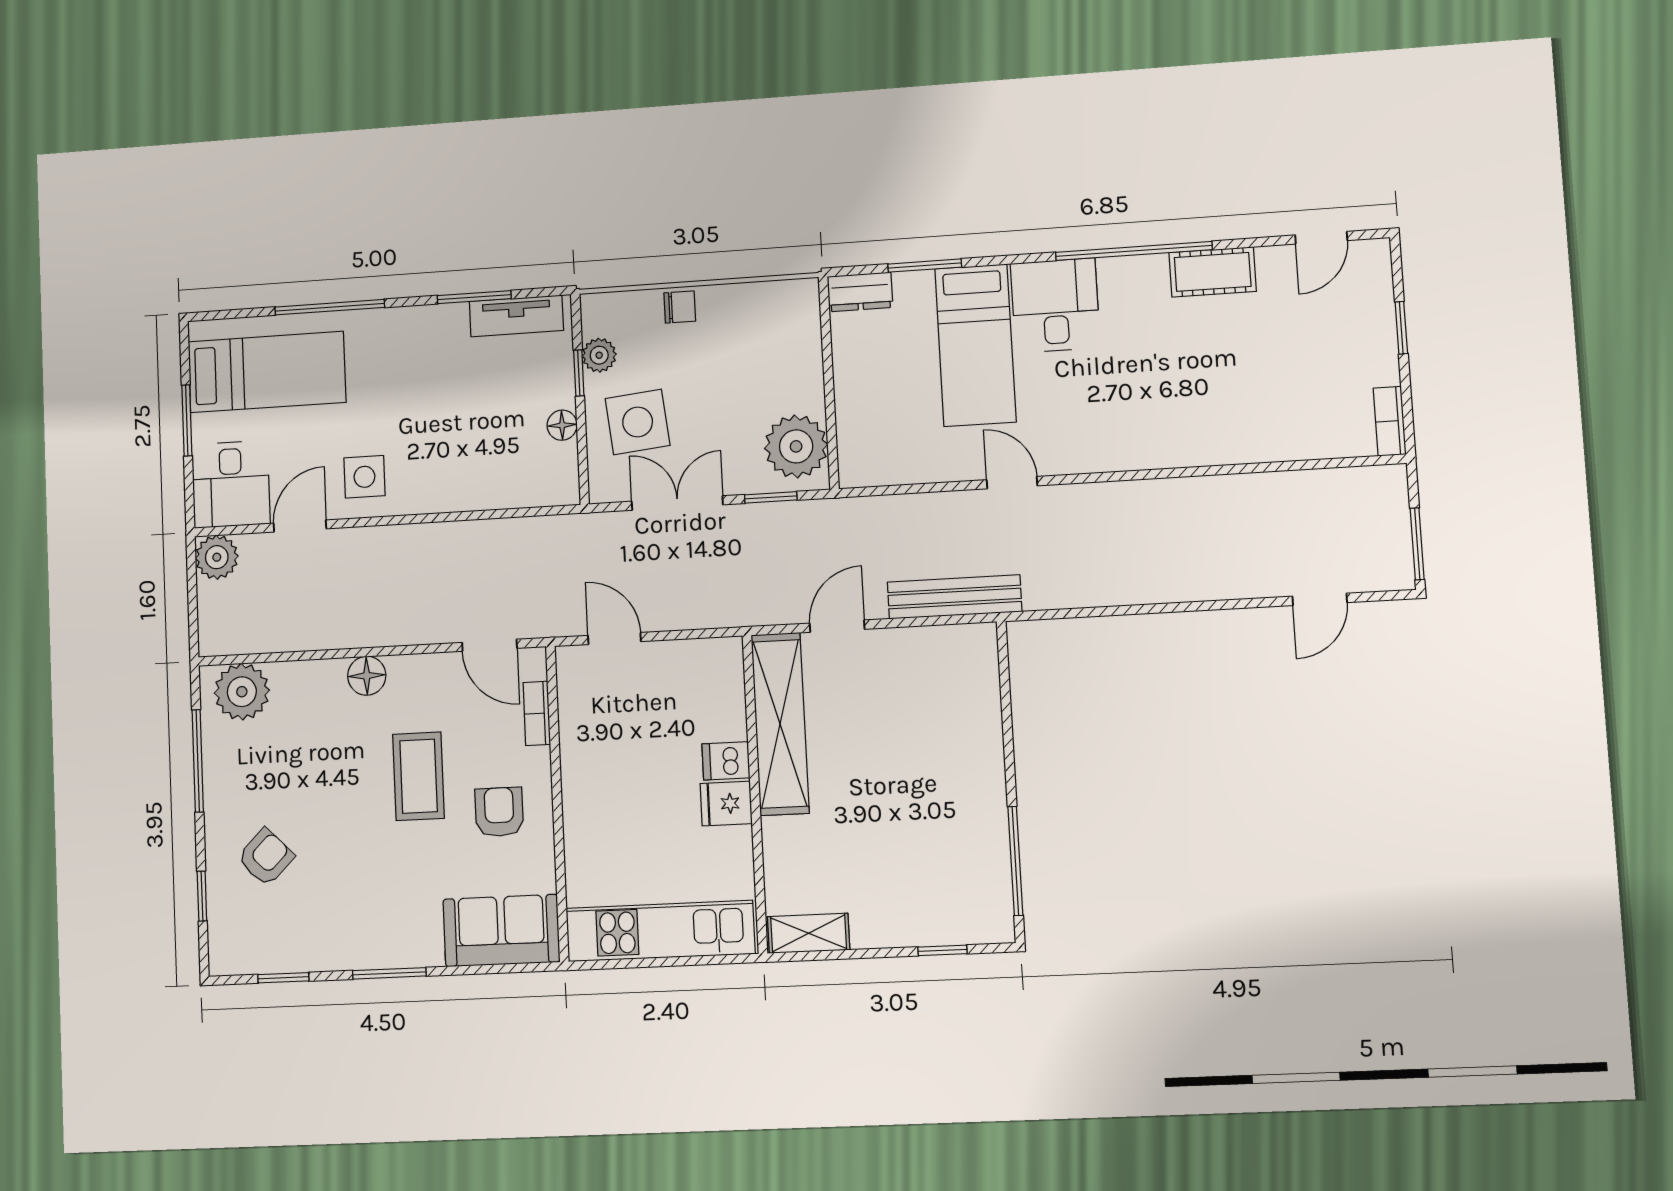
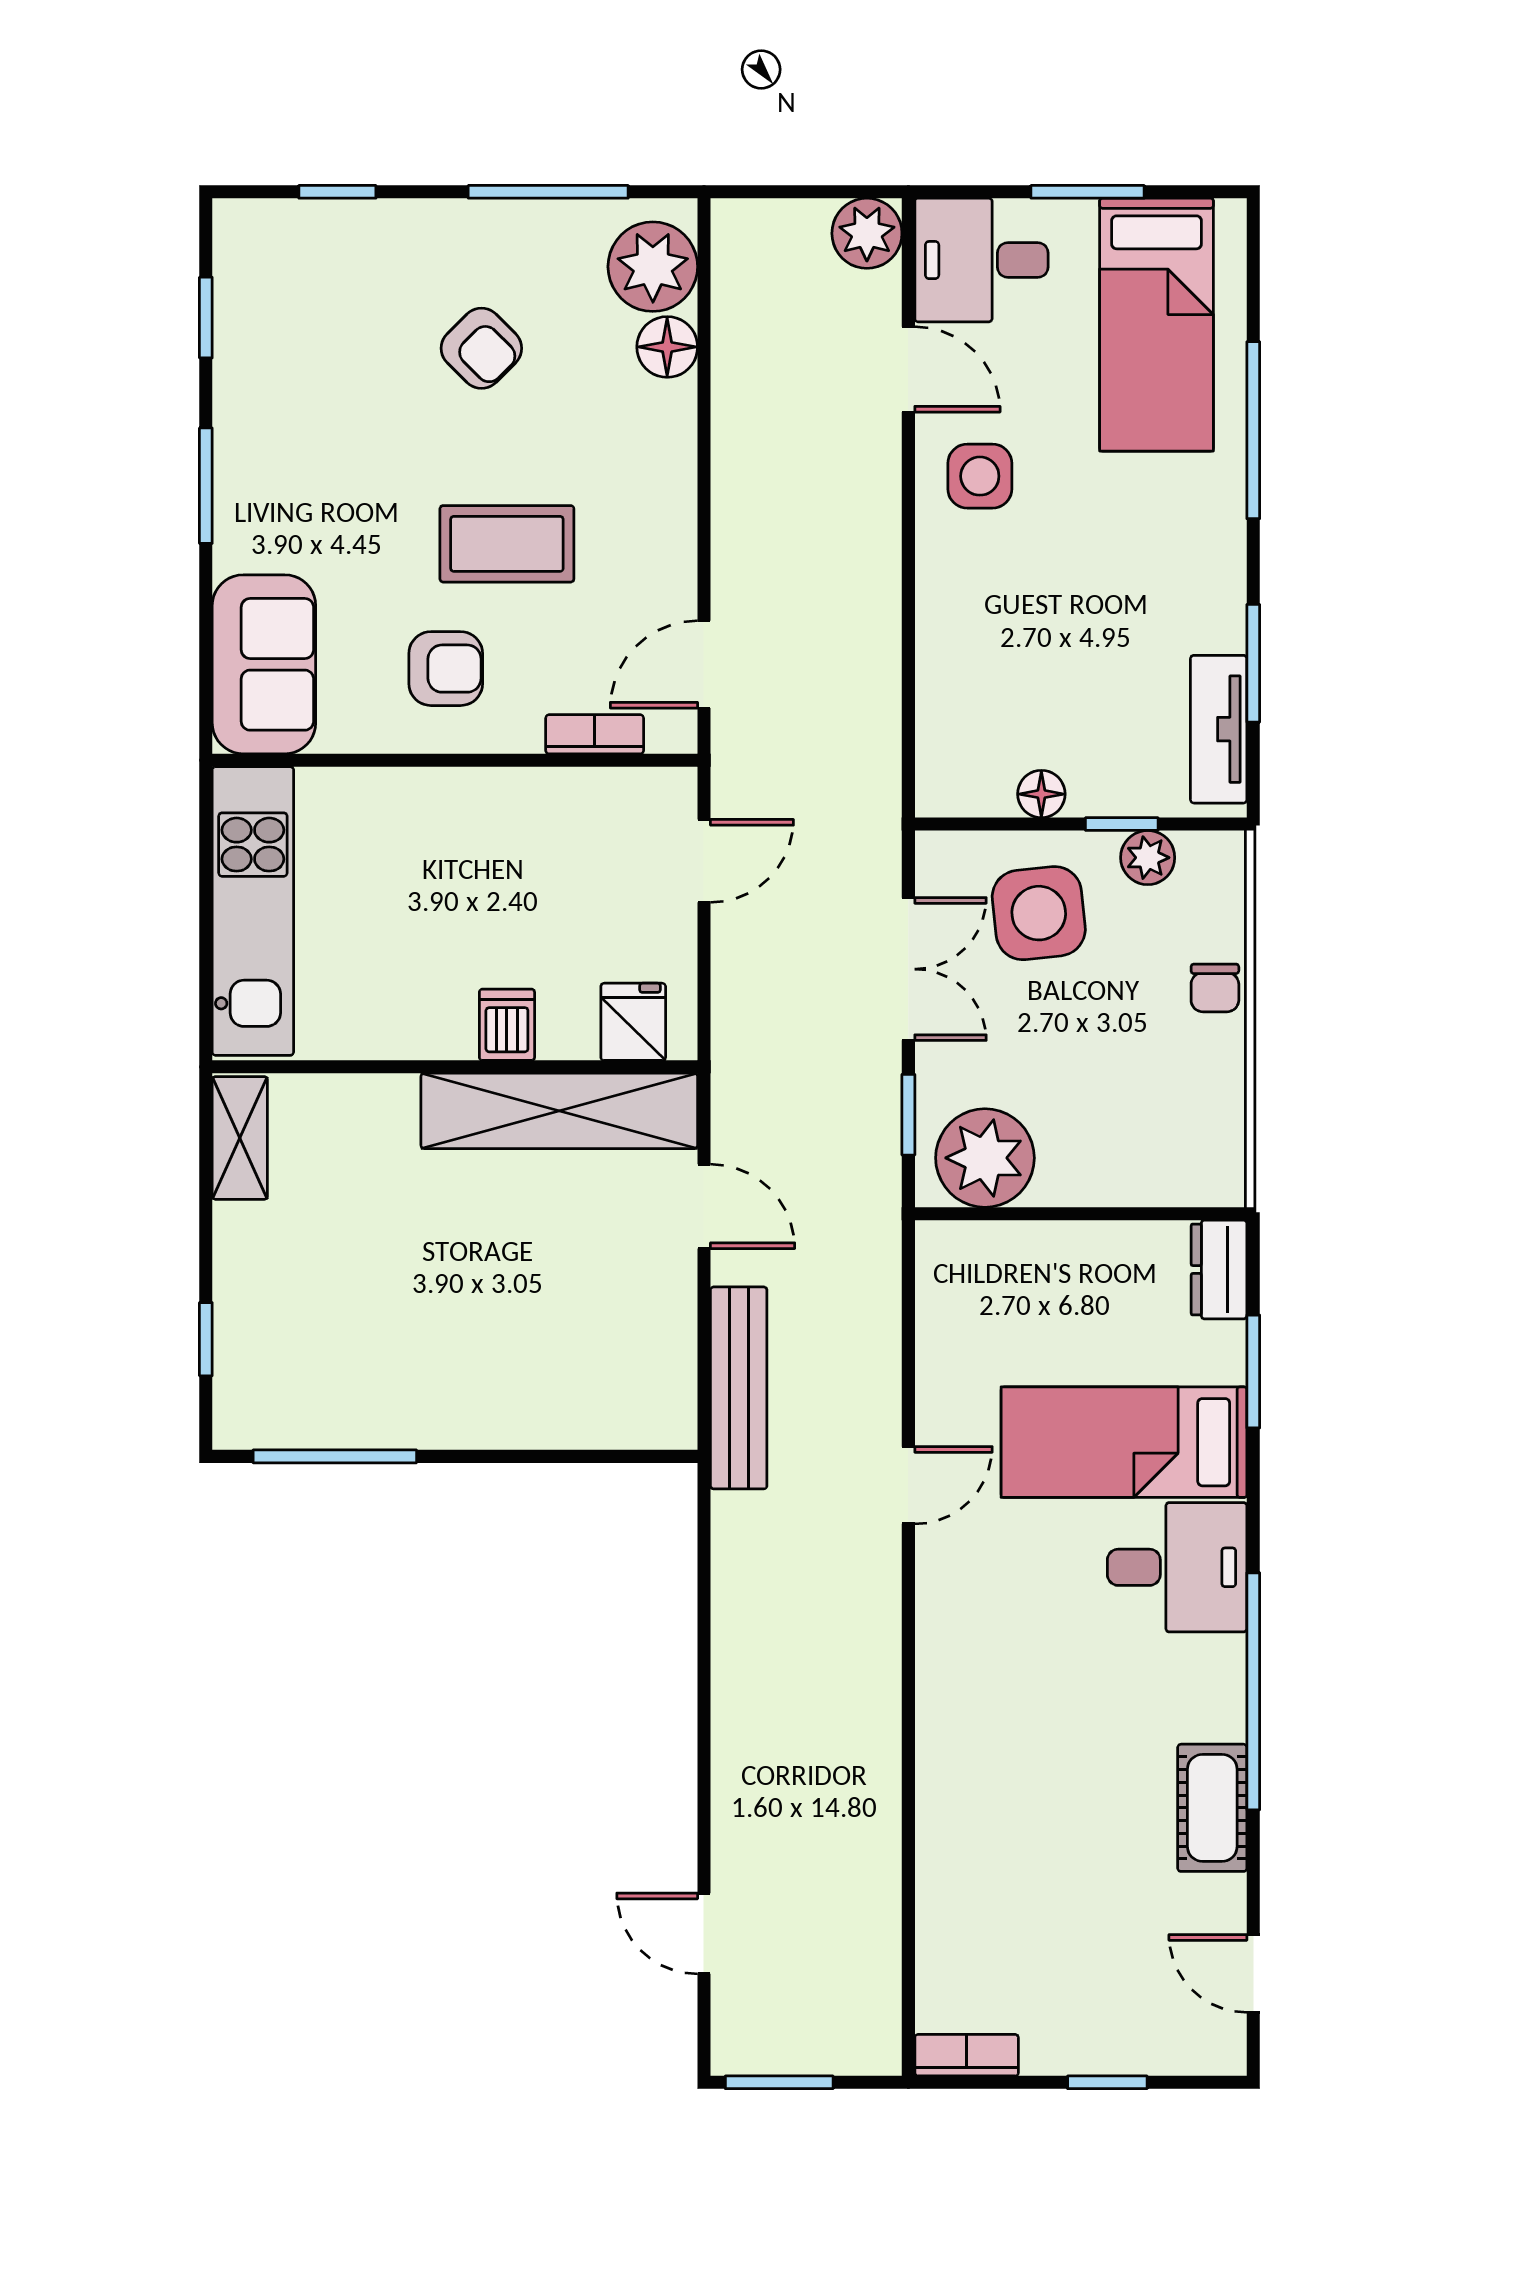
floor lamp: (367, 676) -> (667, 347), moved
fridge: (726, 804) -> (633, 1022), moved
armchair: (266, 857) -> (481, 348), moved

